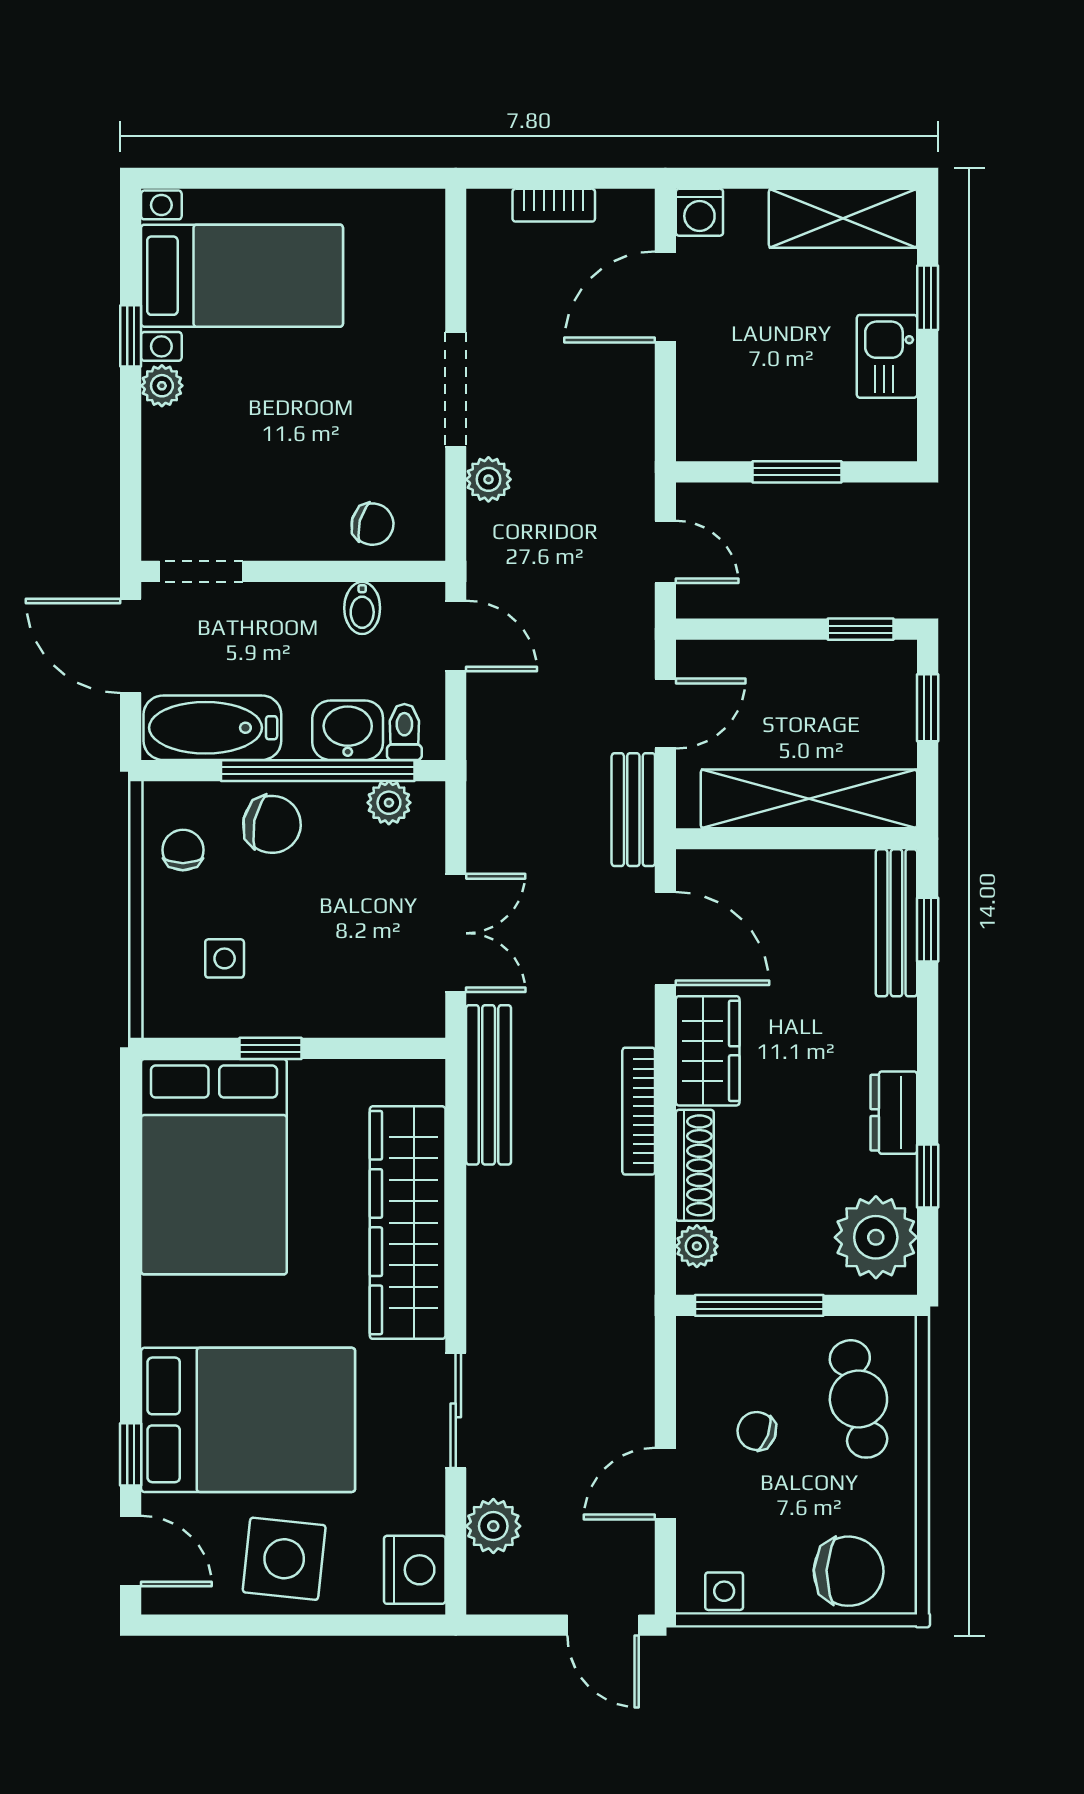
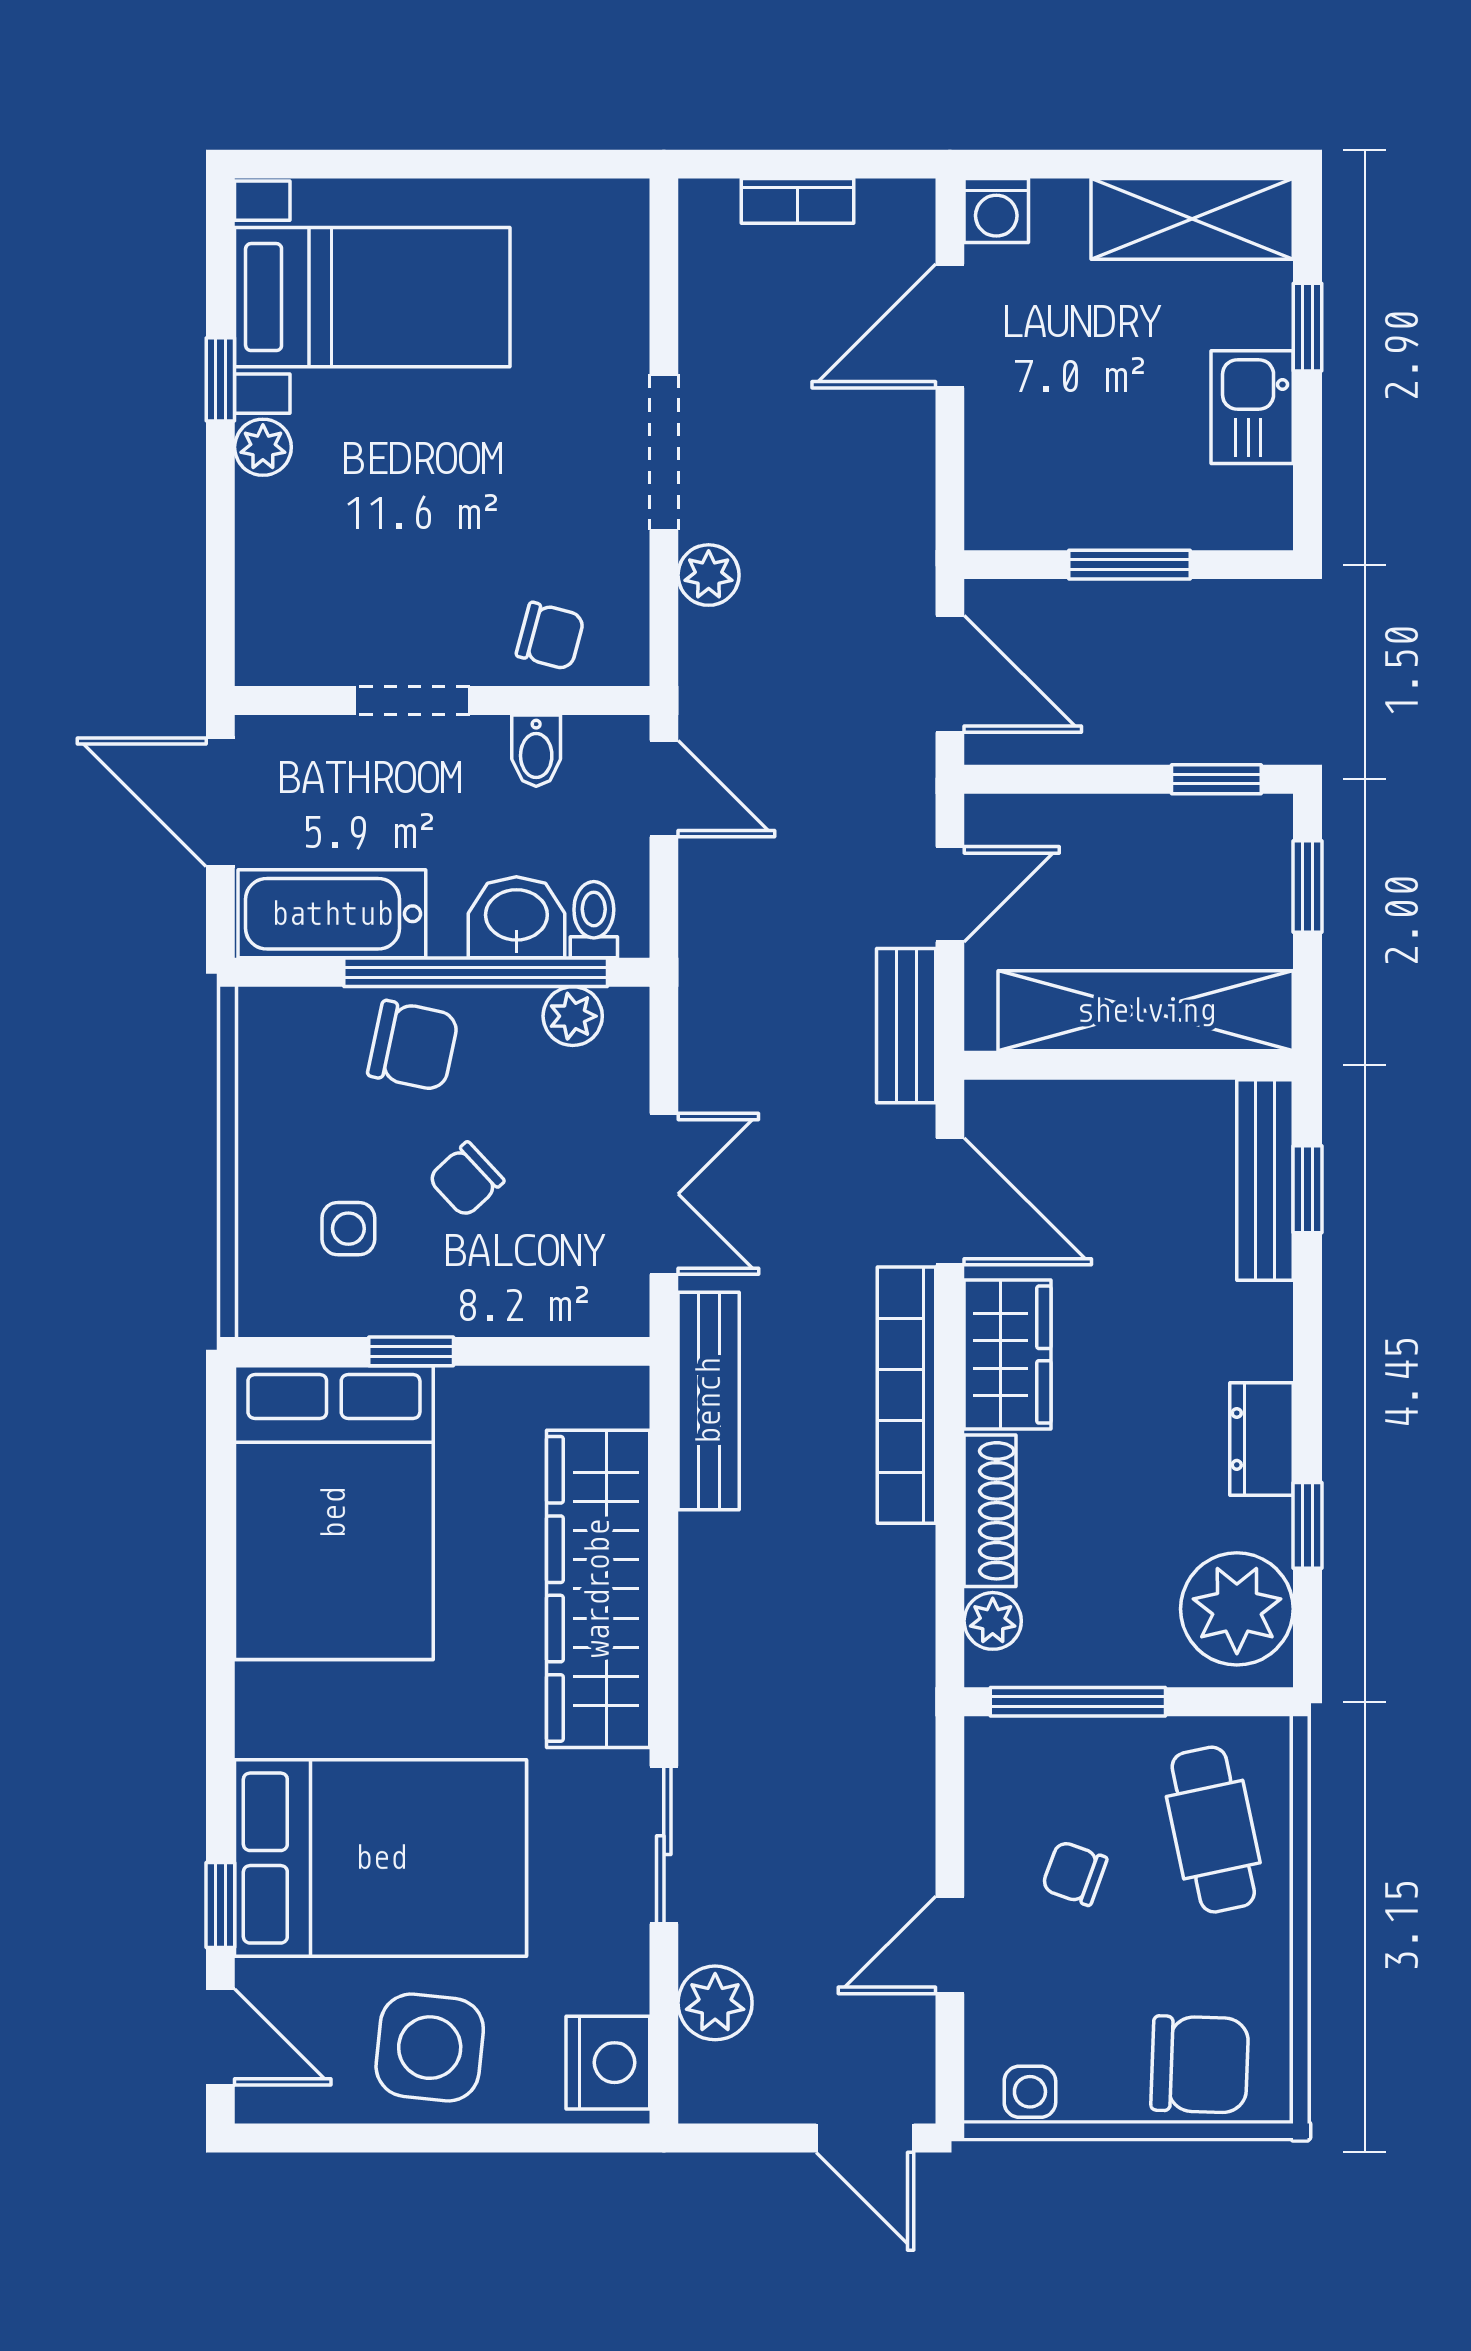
door: (665, 552) -> (950, 674), width x1.38
doorway: (201, 571) -> (412, 701), moved
chair: (183, 850) -> (466, 1180), moved, turned -133
bookcase: (639, 1111) -> (906, 1395), width x1.48, depth x1.31

